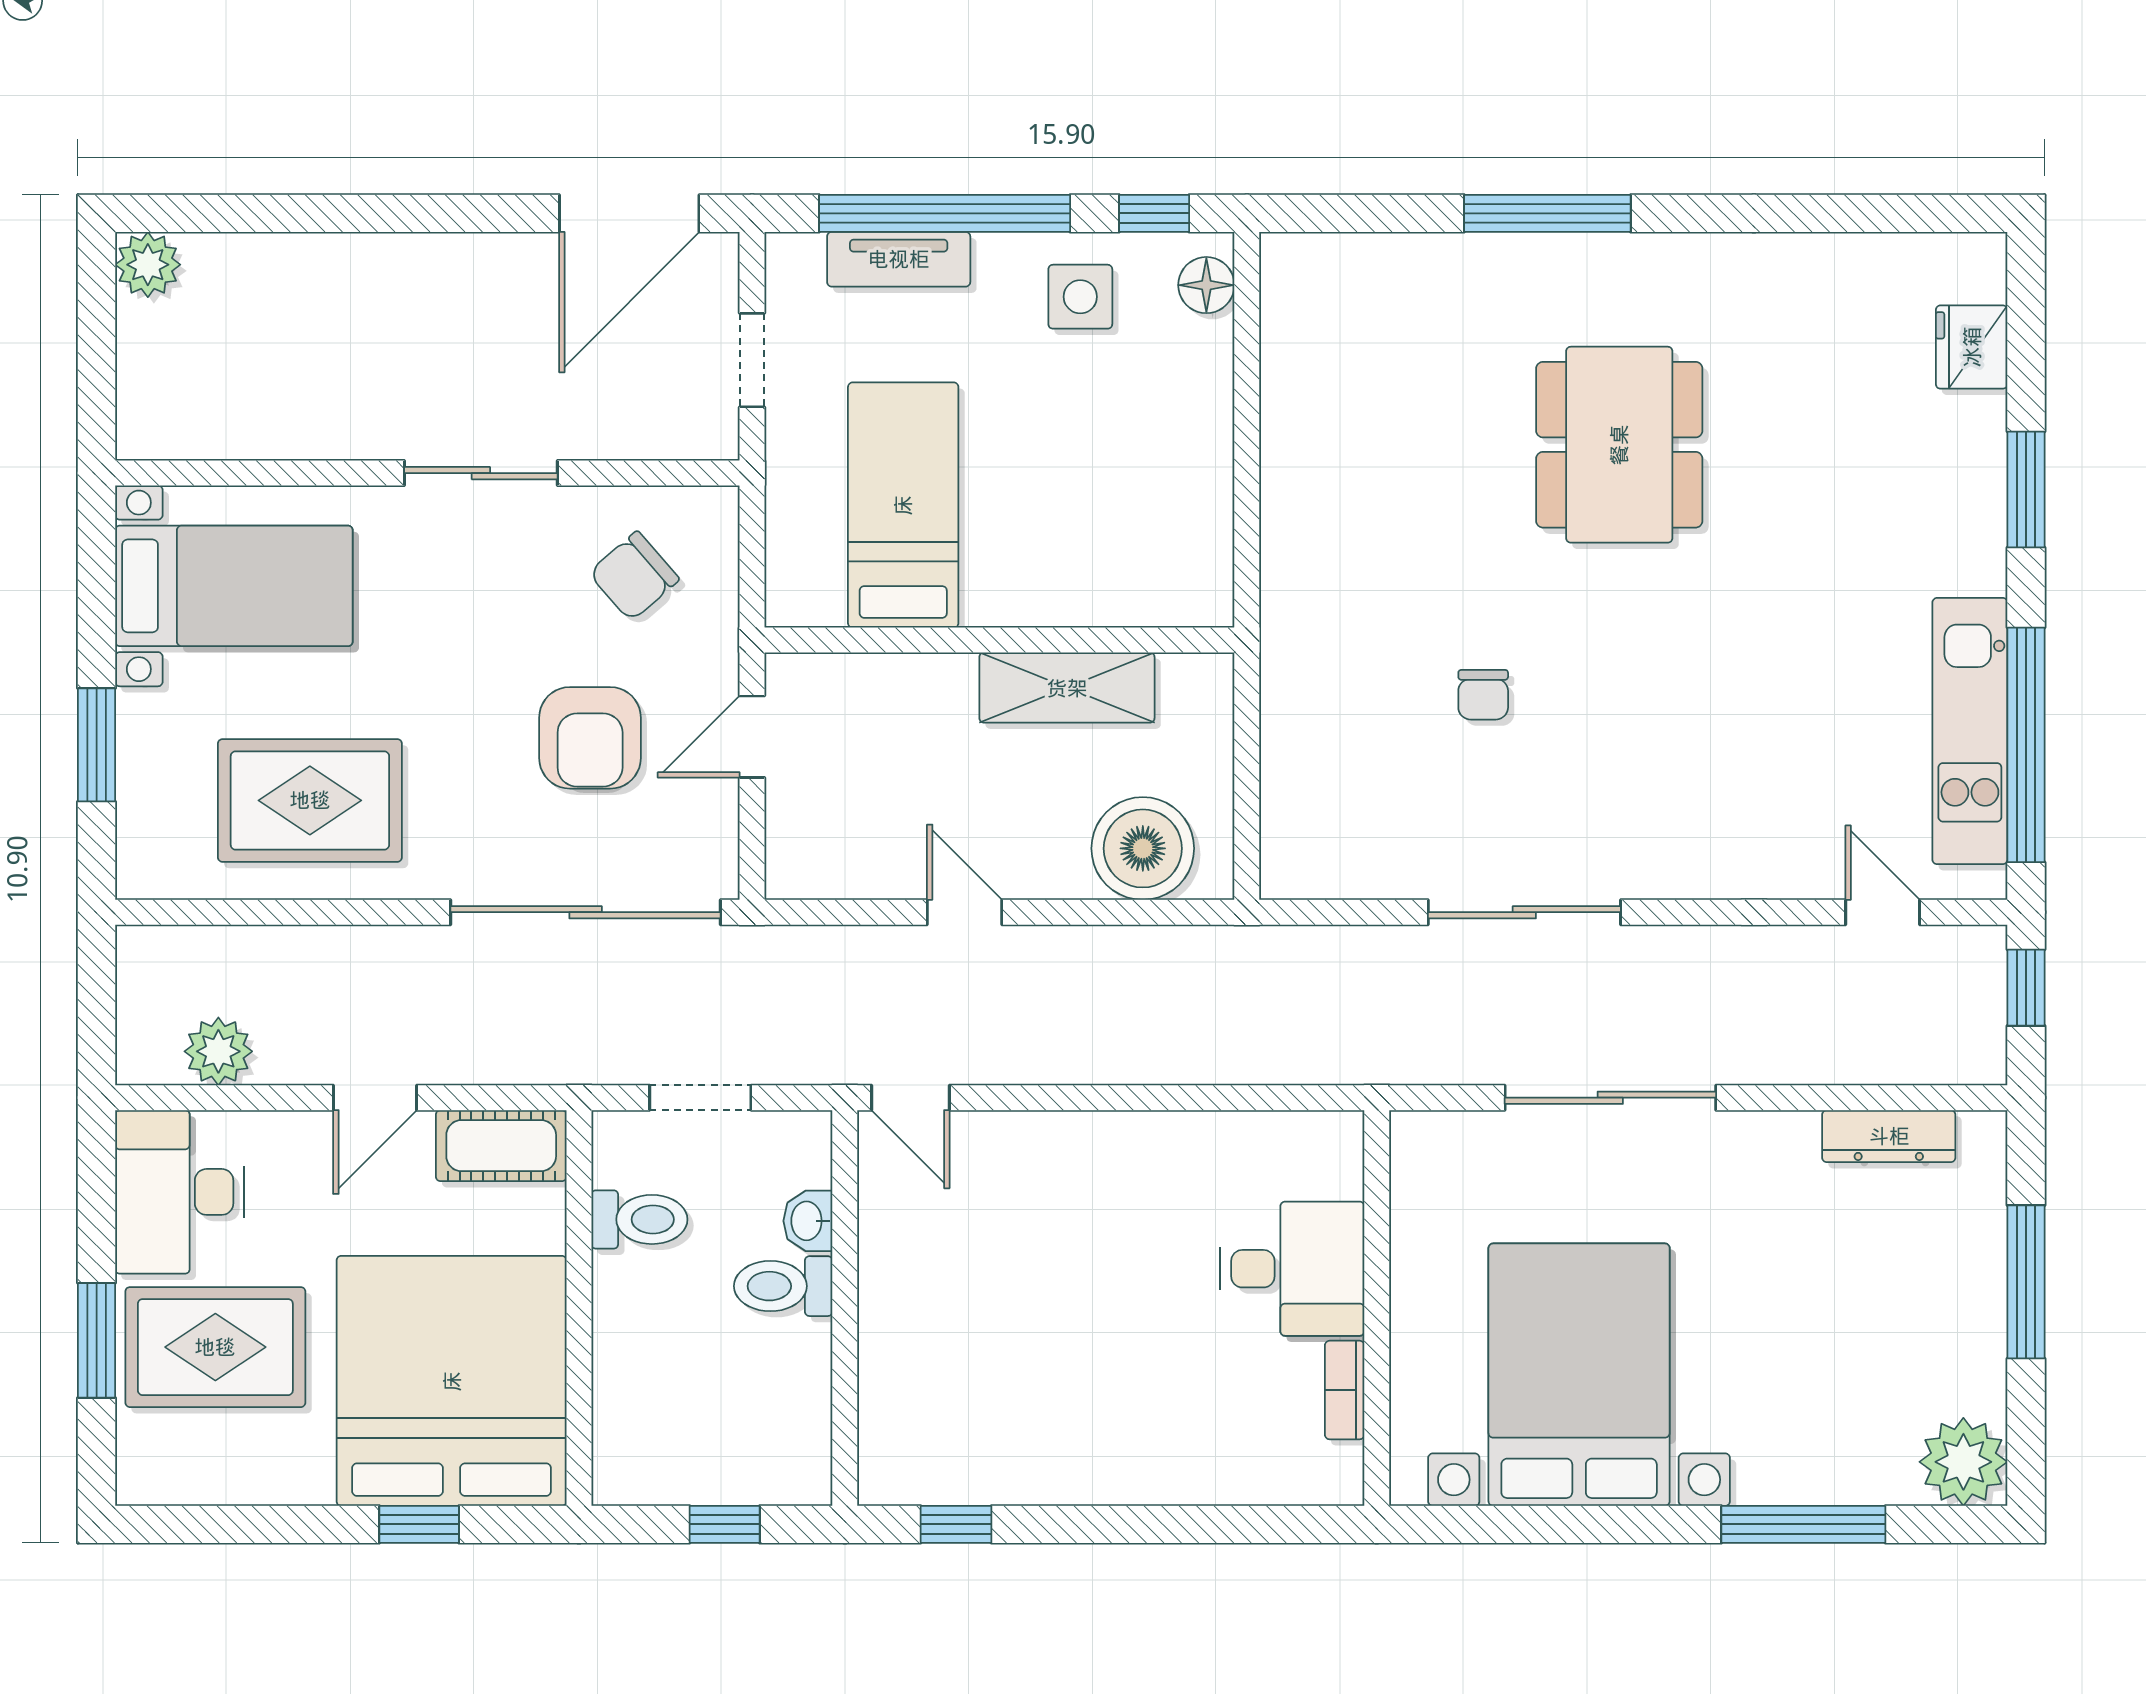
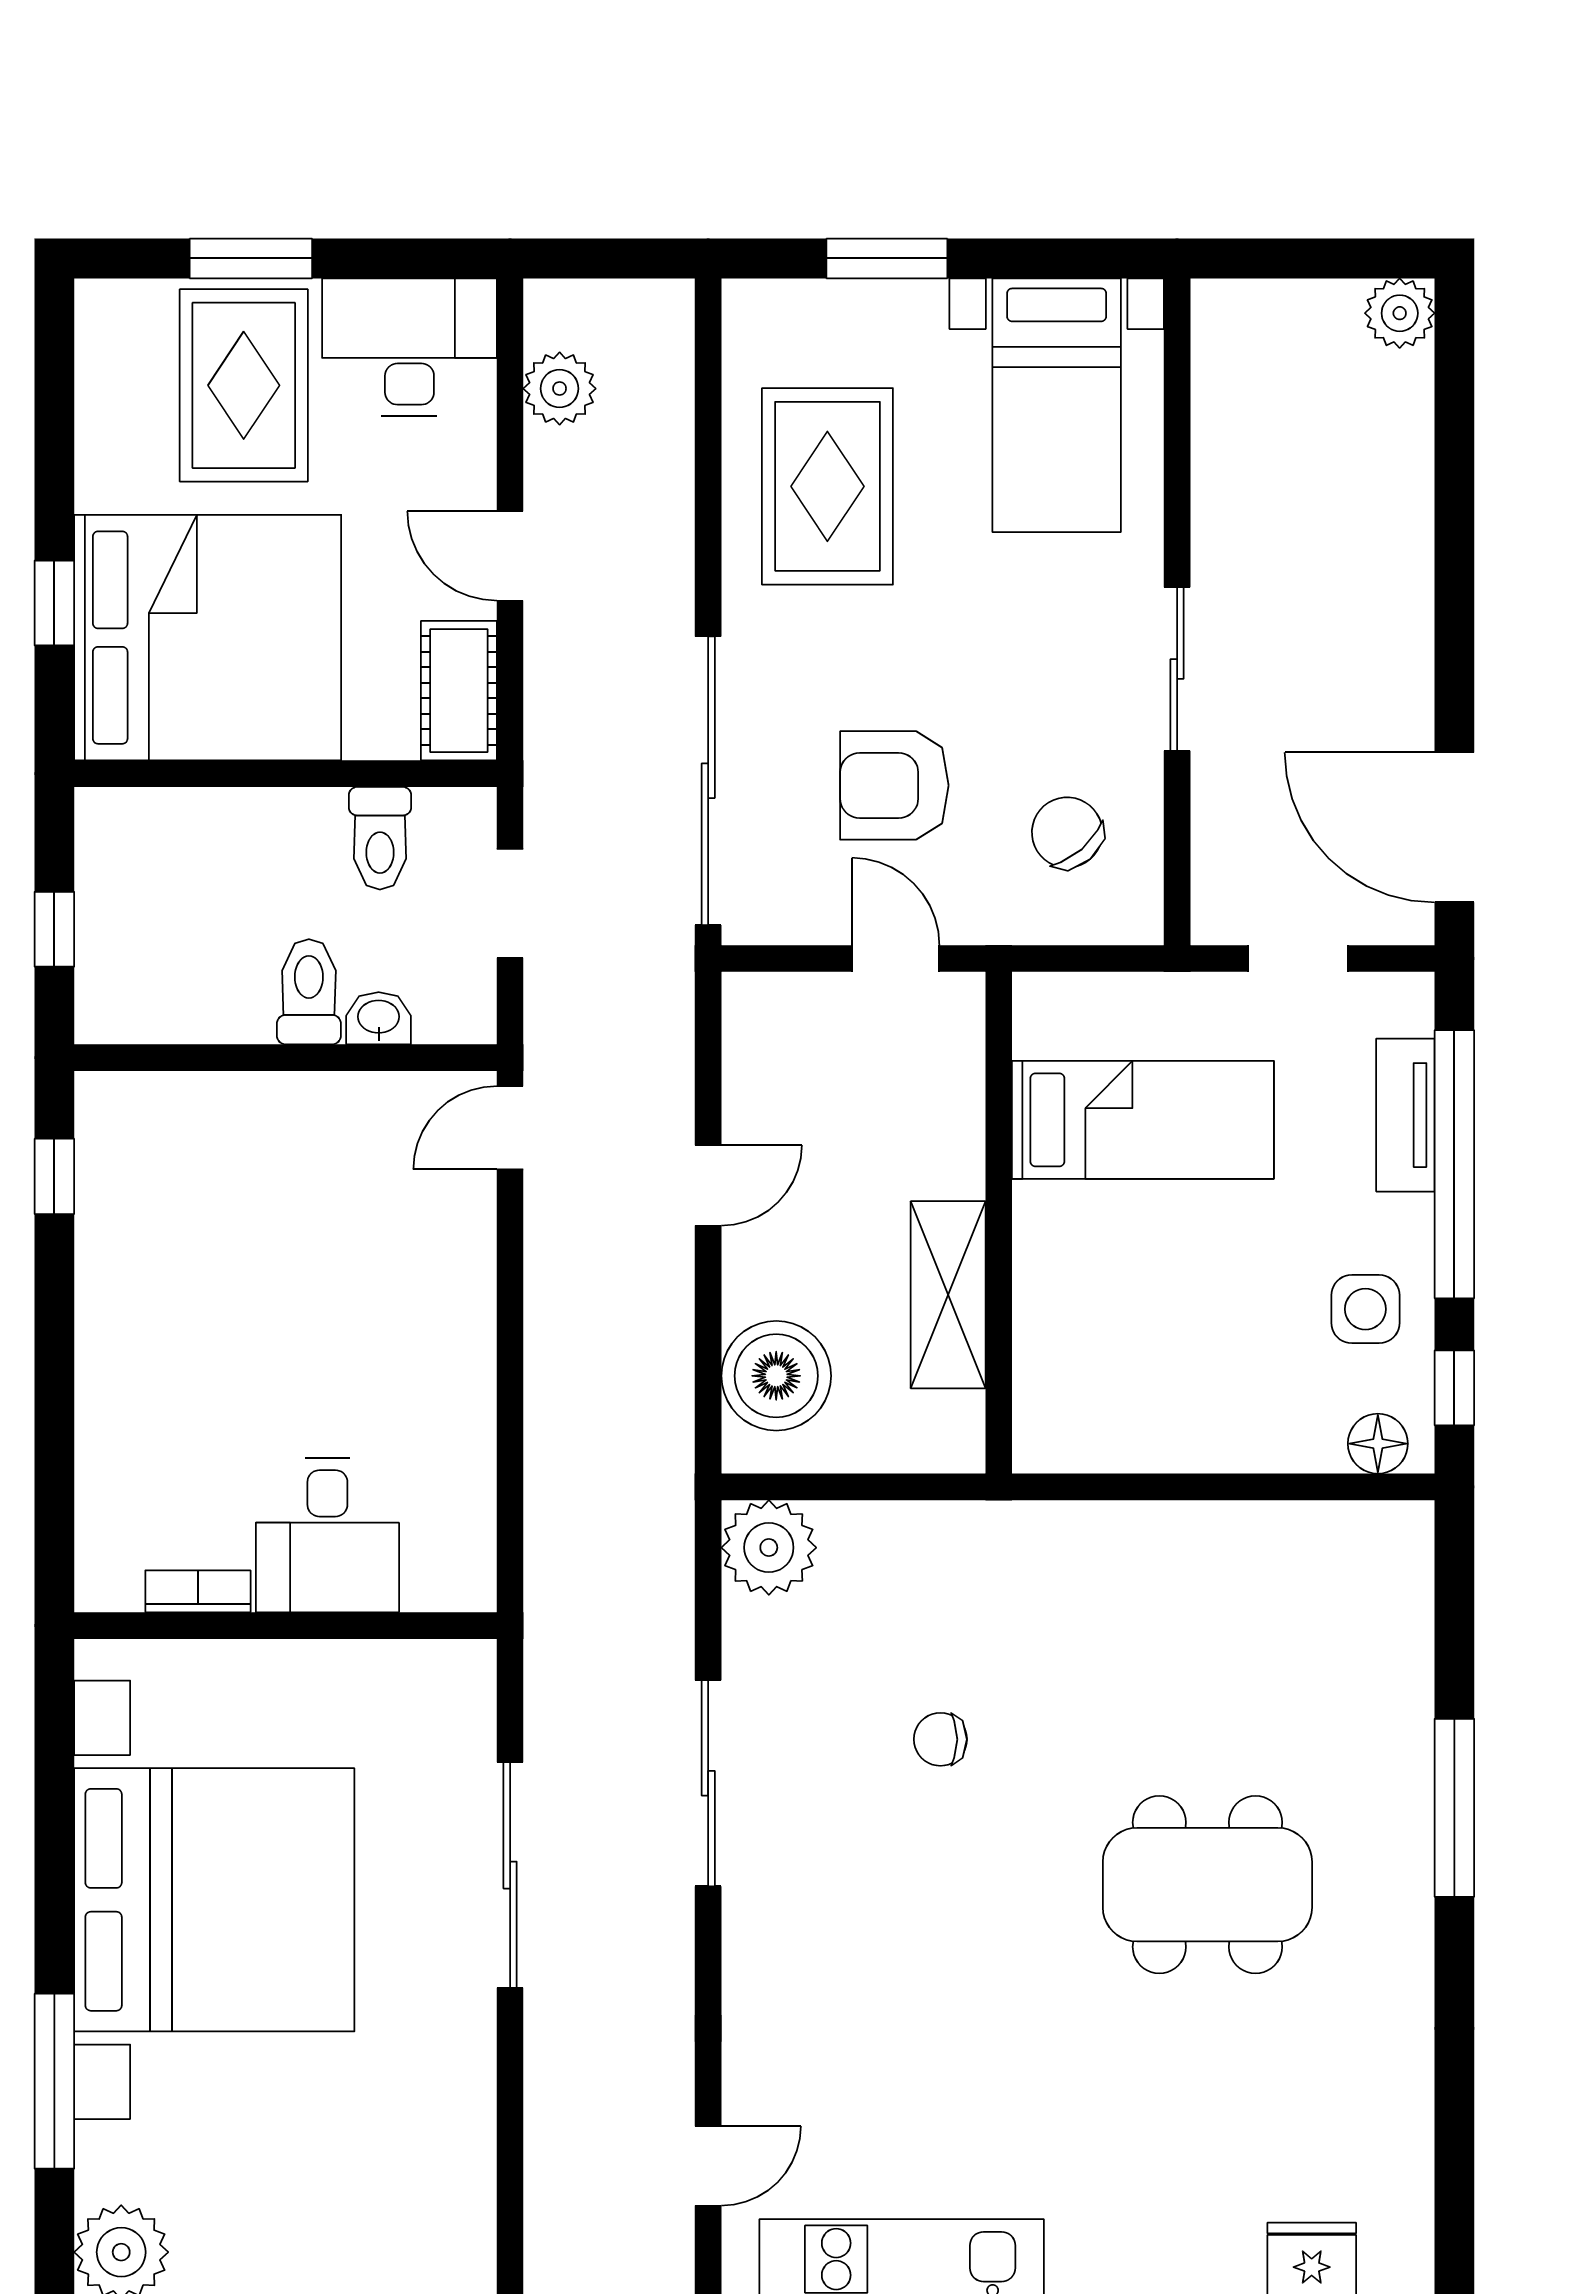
plant: (1304, 855) -> (769, 1548), added
dresser: (1889, 1136) -> (469, 2172), removed
bed with nightstands: (1579, 1375) -> (214, 1900), width x1.36

